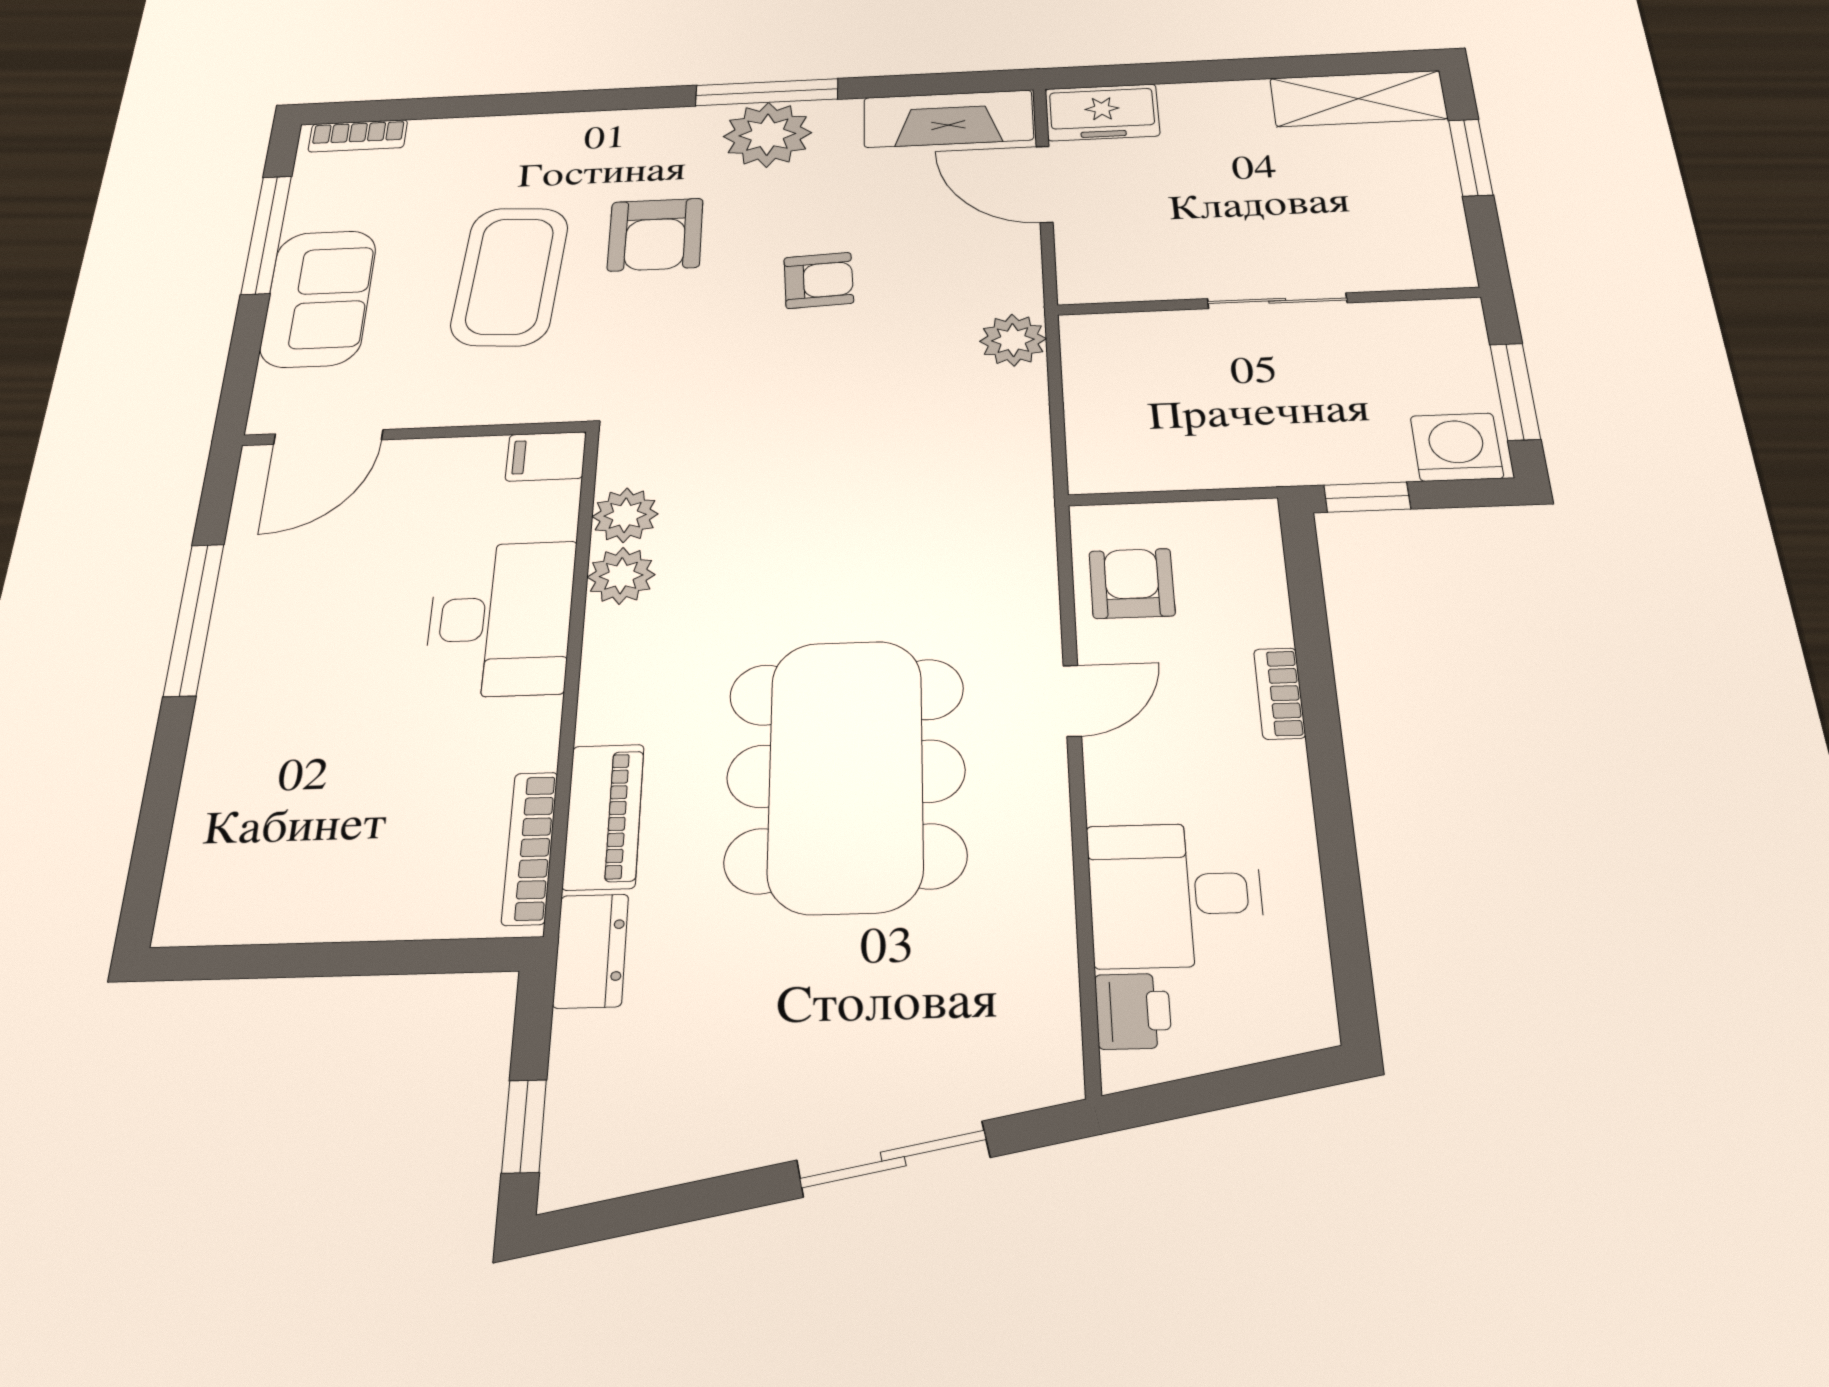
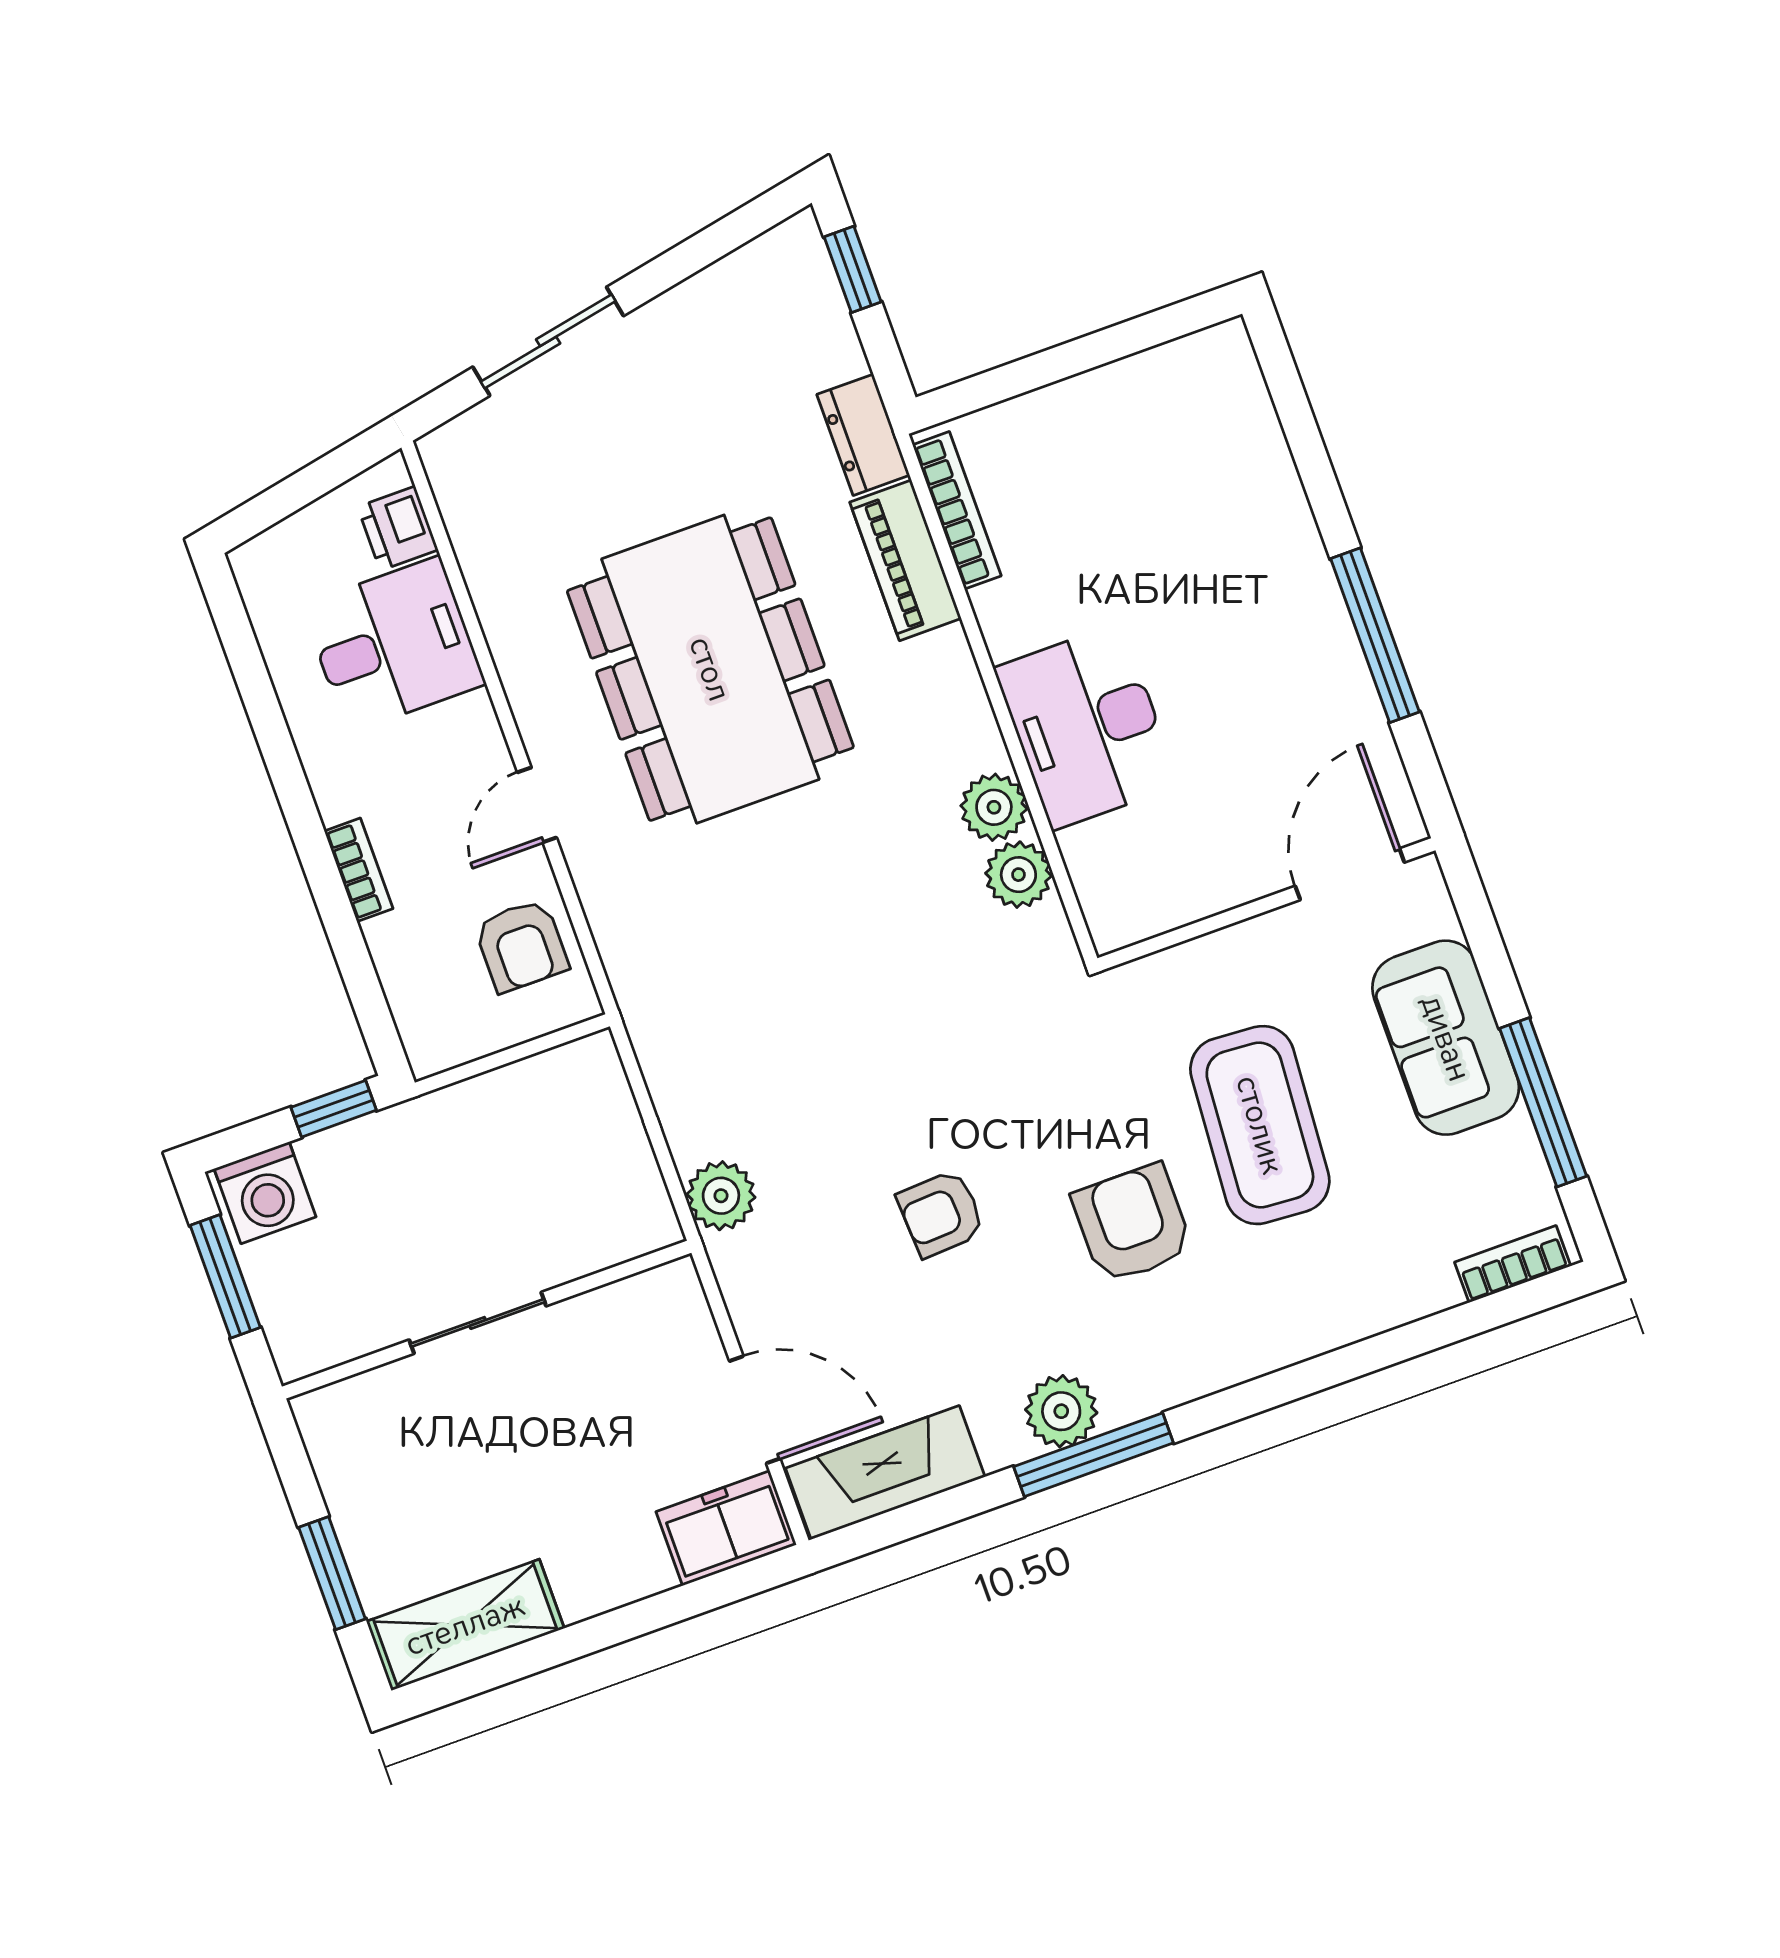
plant: (767, 135) -> (1061, 1411), width x0.73, depth x0.73
filing cabinet: (546, 456) -> (1124, 918), removed

